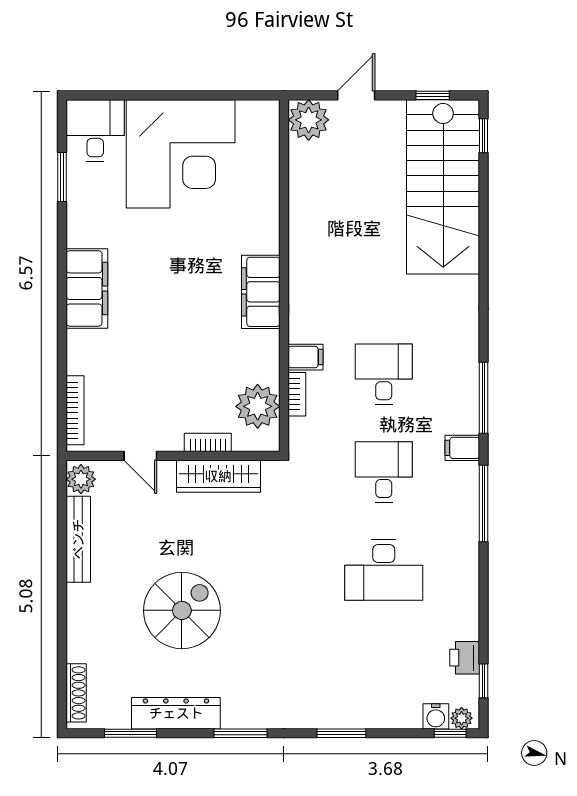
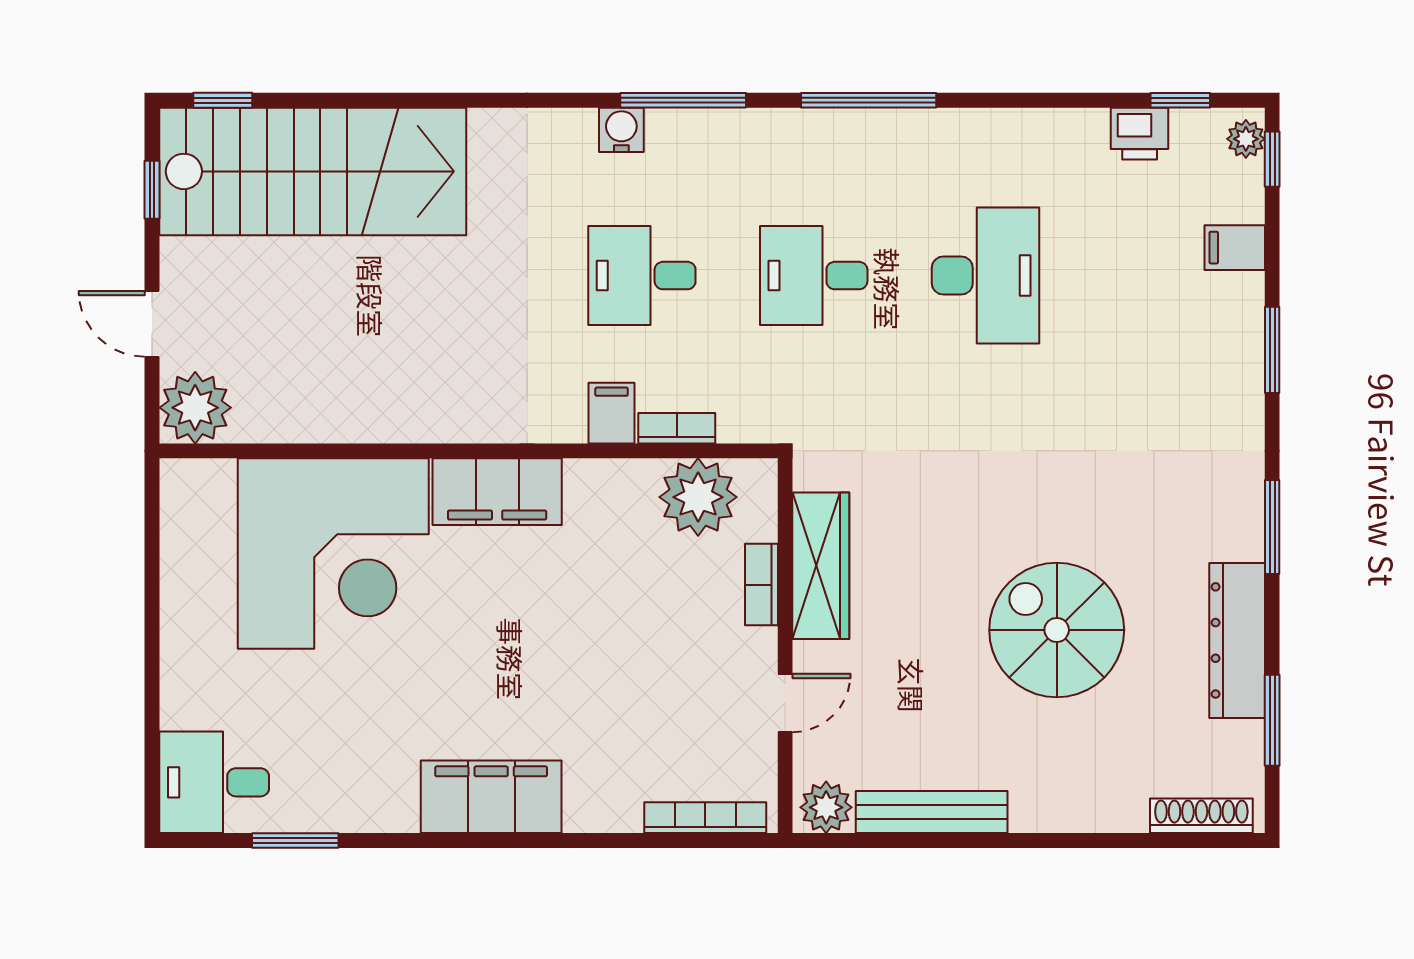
corner desk: (181, 154) -> (333, 554), moved, turned 90
filing cabinet: (462, 448) -> (1235, 248), moved, turned 90
water cooler: (436, 716) -> (621, 130), moved, turned -90

